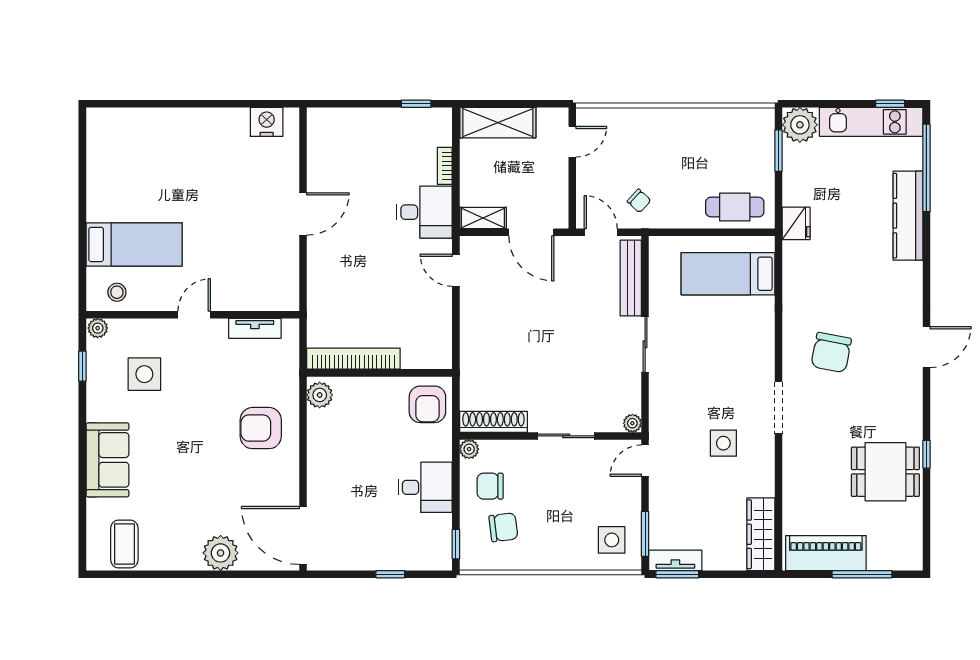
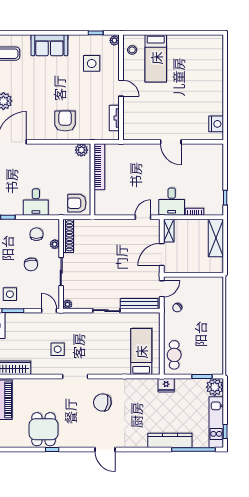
door: (572, 142) -> (206, 275), removed
plant: (469, 449) -> (55, 244), moved
chair: (503, 527) -> (31, 264), moved

